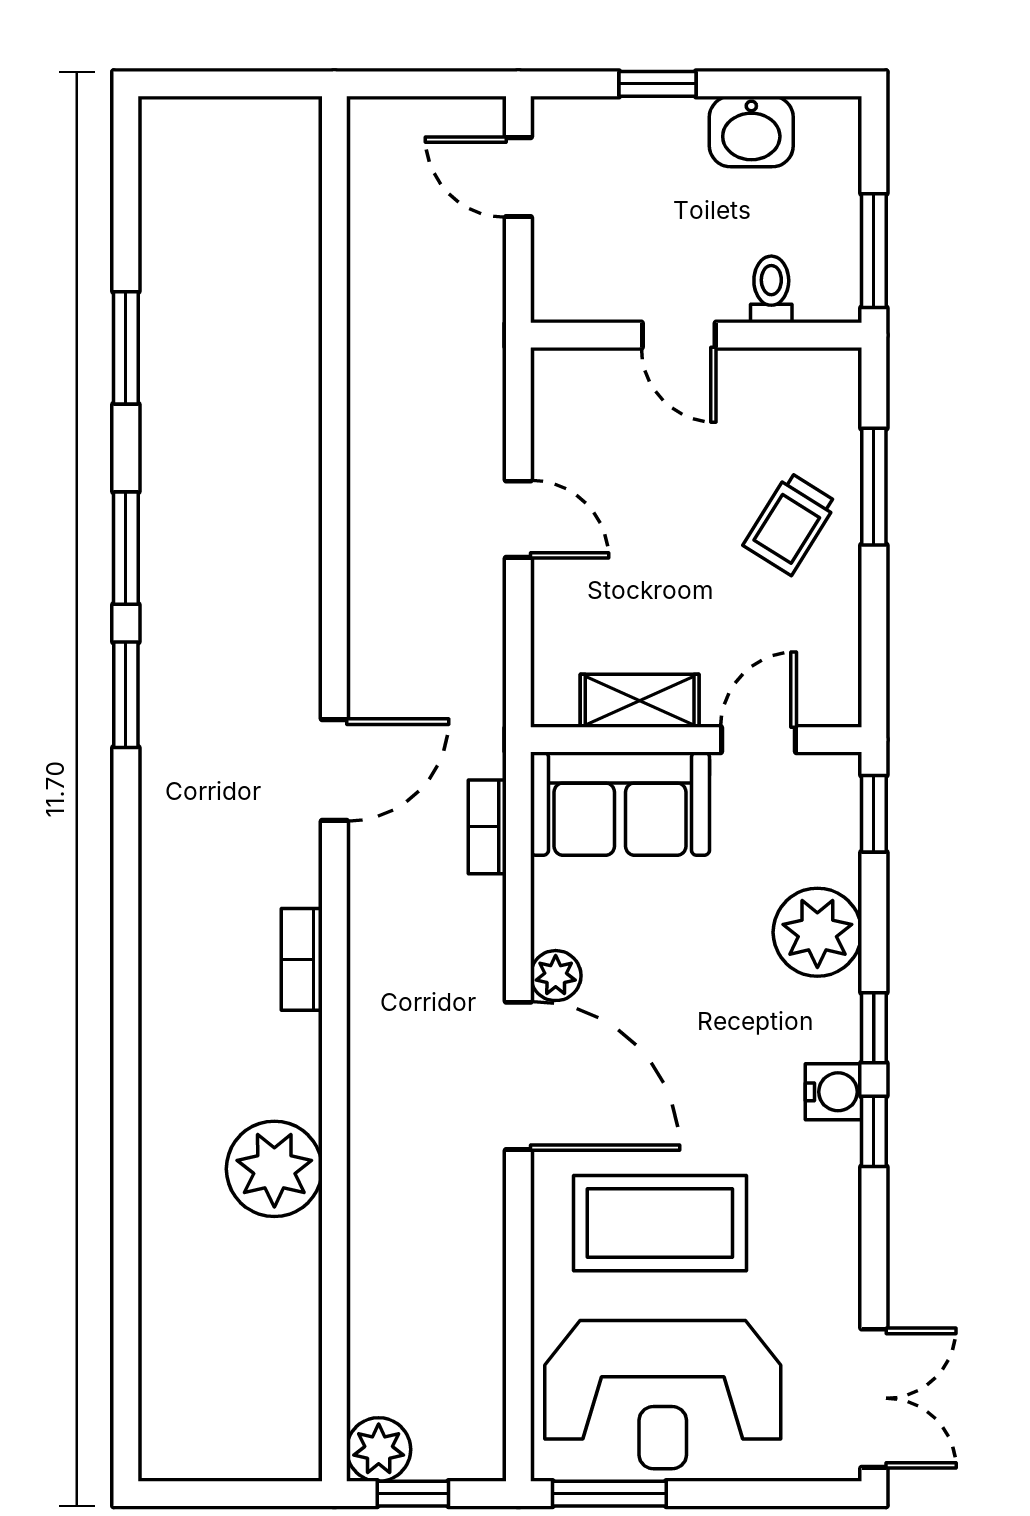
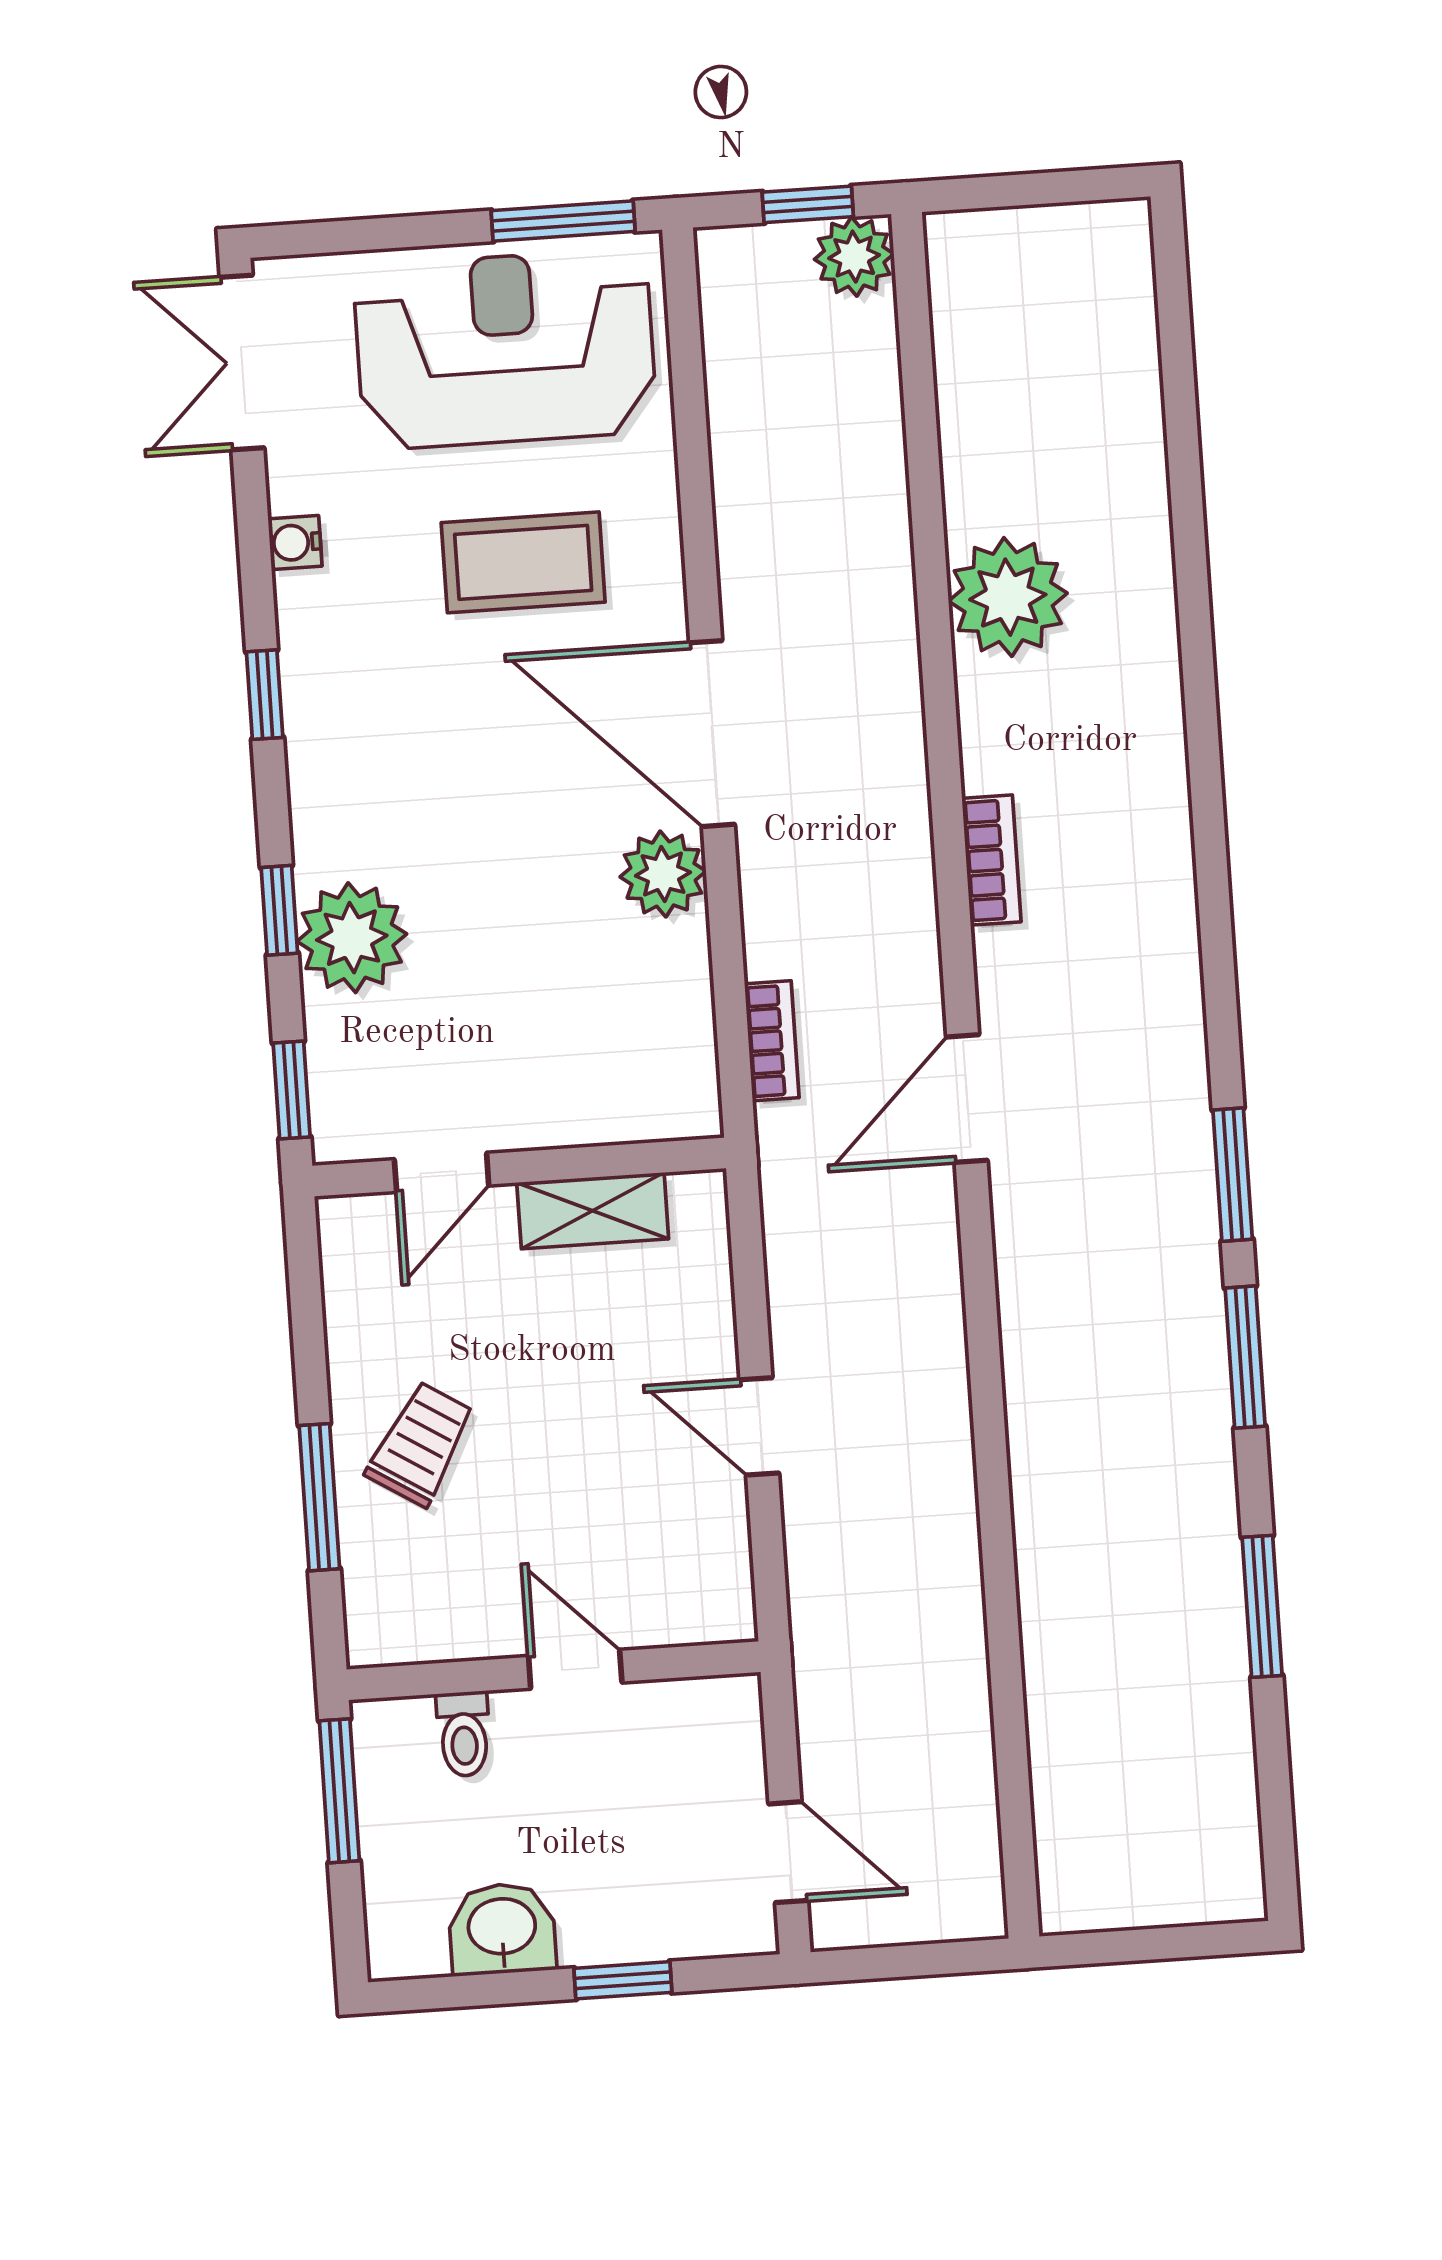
sofa: (620, 804) -> (608, 1081), removed
plant: (556, 976) -> (663, 874), width x1.38, depth x1.38
window: (874, 1028) -> (279, 910), moved
water cooler: (834, 1092) -> (295, 542), moved, width x0.72, depth x0.72
coffee table: (660, 1223) -> (523, 562), width x0.73, depth x0.76

